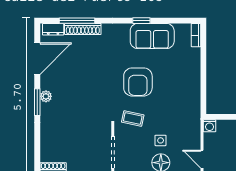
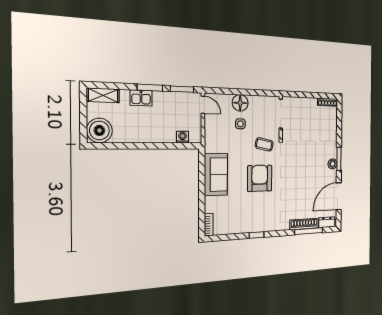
sofa: (152, 36) -> (216, 175), moved, turned 90
washing machine: (210, 126) -> (183, 137), moved

